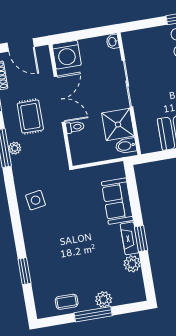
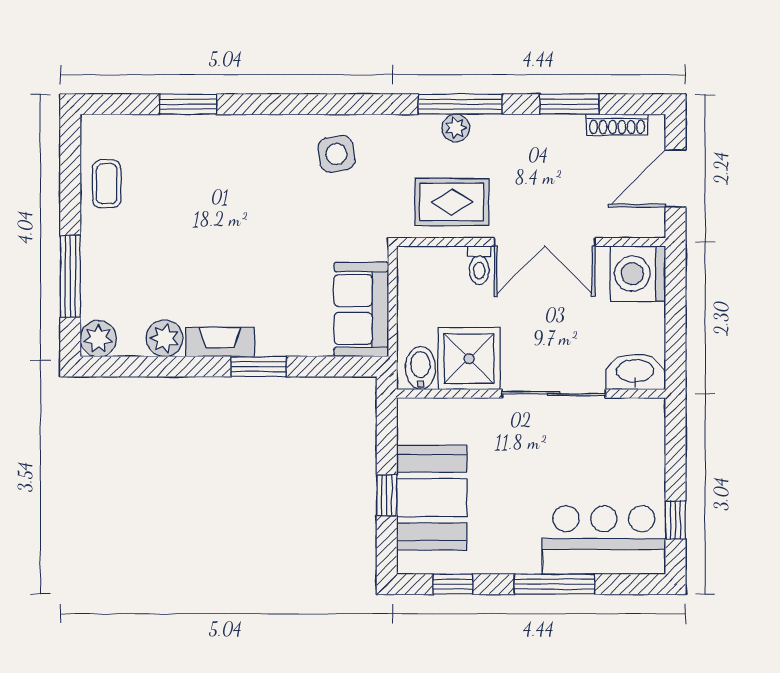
washbasin: (113, 42) -> (635, 372), width x1.91, depth x1.45
rug: (30, 117) -> (452, 202), moved
sofa: (117, 201) -> (361, 309), moved, turned -90
window: (141, 239) -> (259, 367), moved
plant: (104, 299) -> (98, 339), moved
window: (93, 314) -> (70, 276), moved

